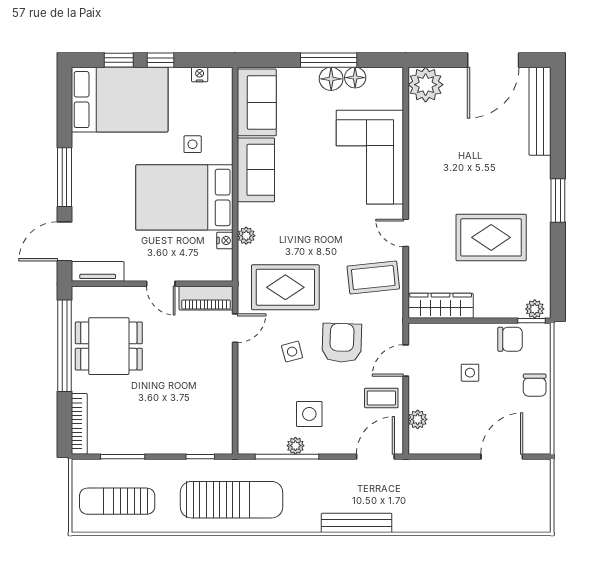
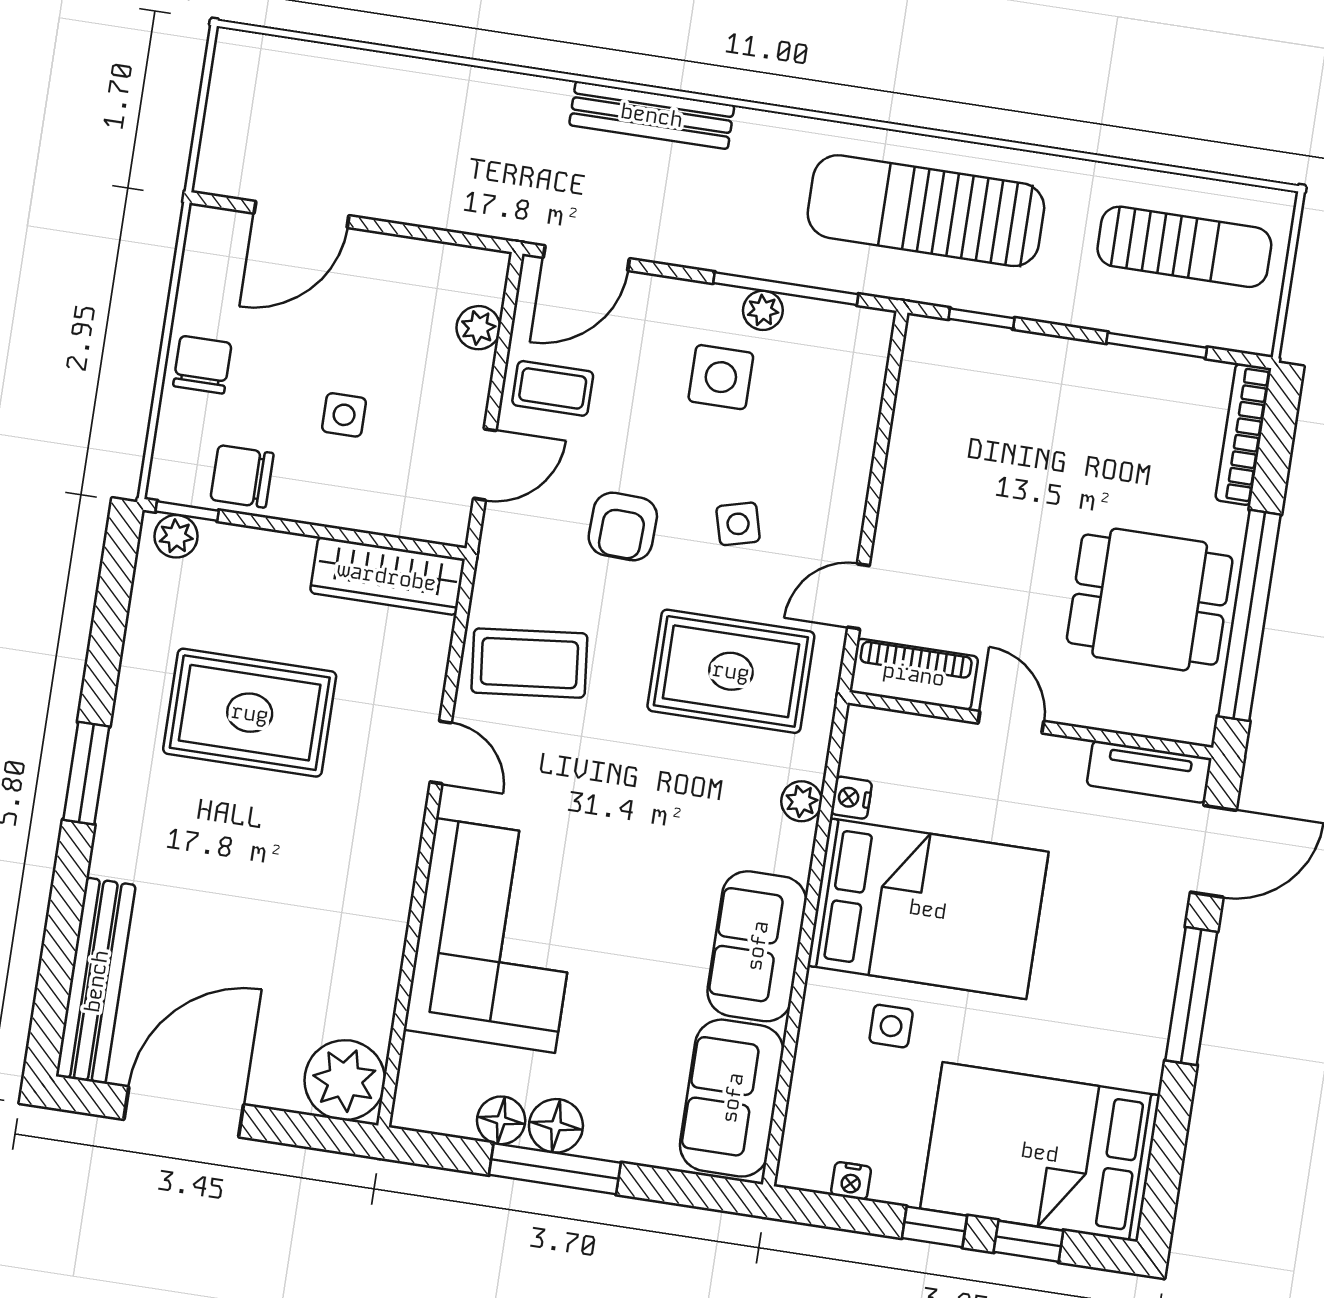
armchair: (342, 343) -> (623, 526), width x0.72, depth x0.72

